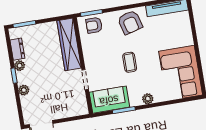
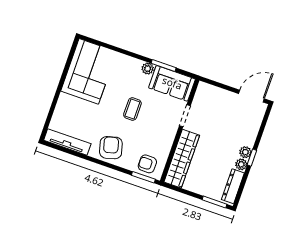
armchair: (94, 25) -> (147, 164), turned 180
dresser: (17, 49) -> (233, 186), width x1.44
plant: (24, 90) -> (245, 152), moved
plant: (148, 99) -> (148, 69), moved

